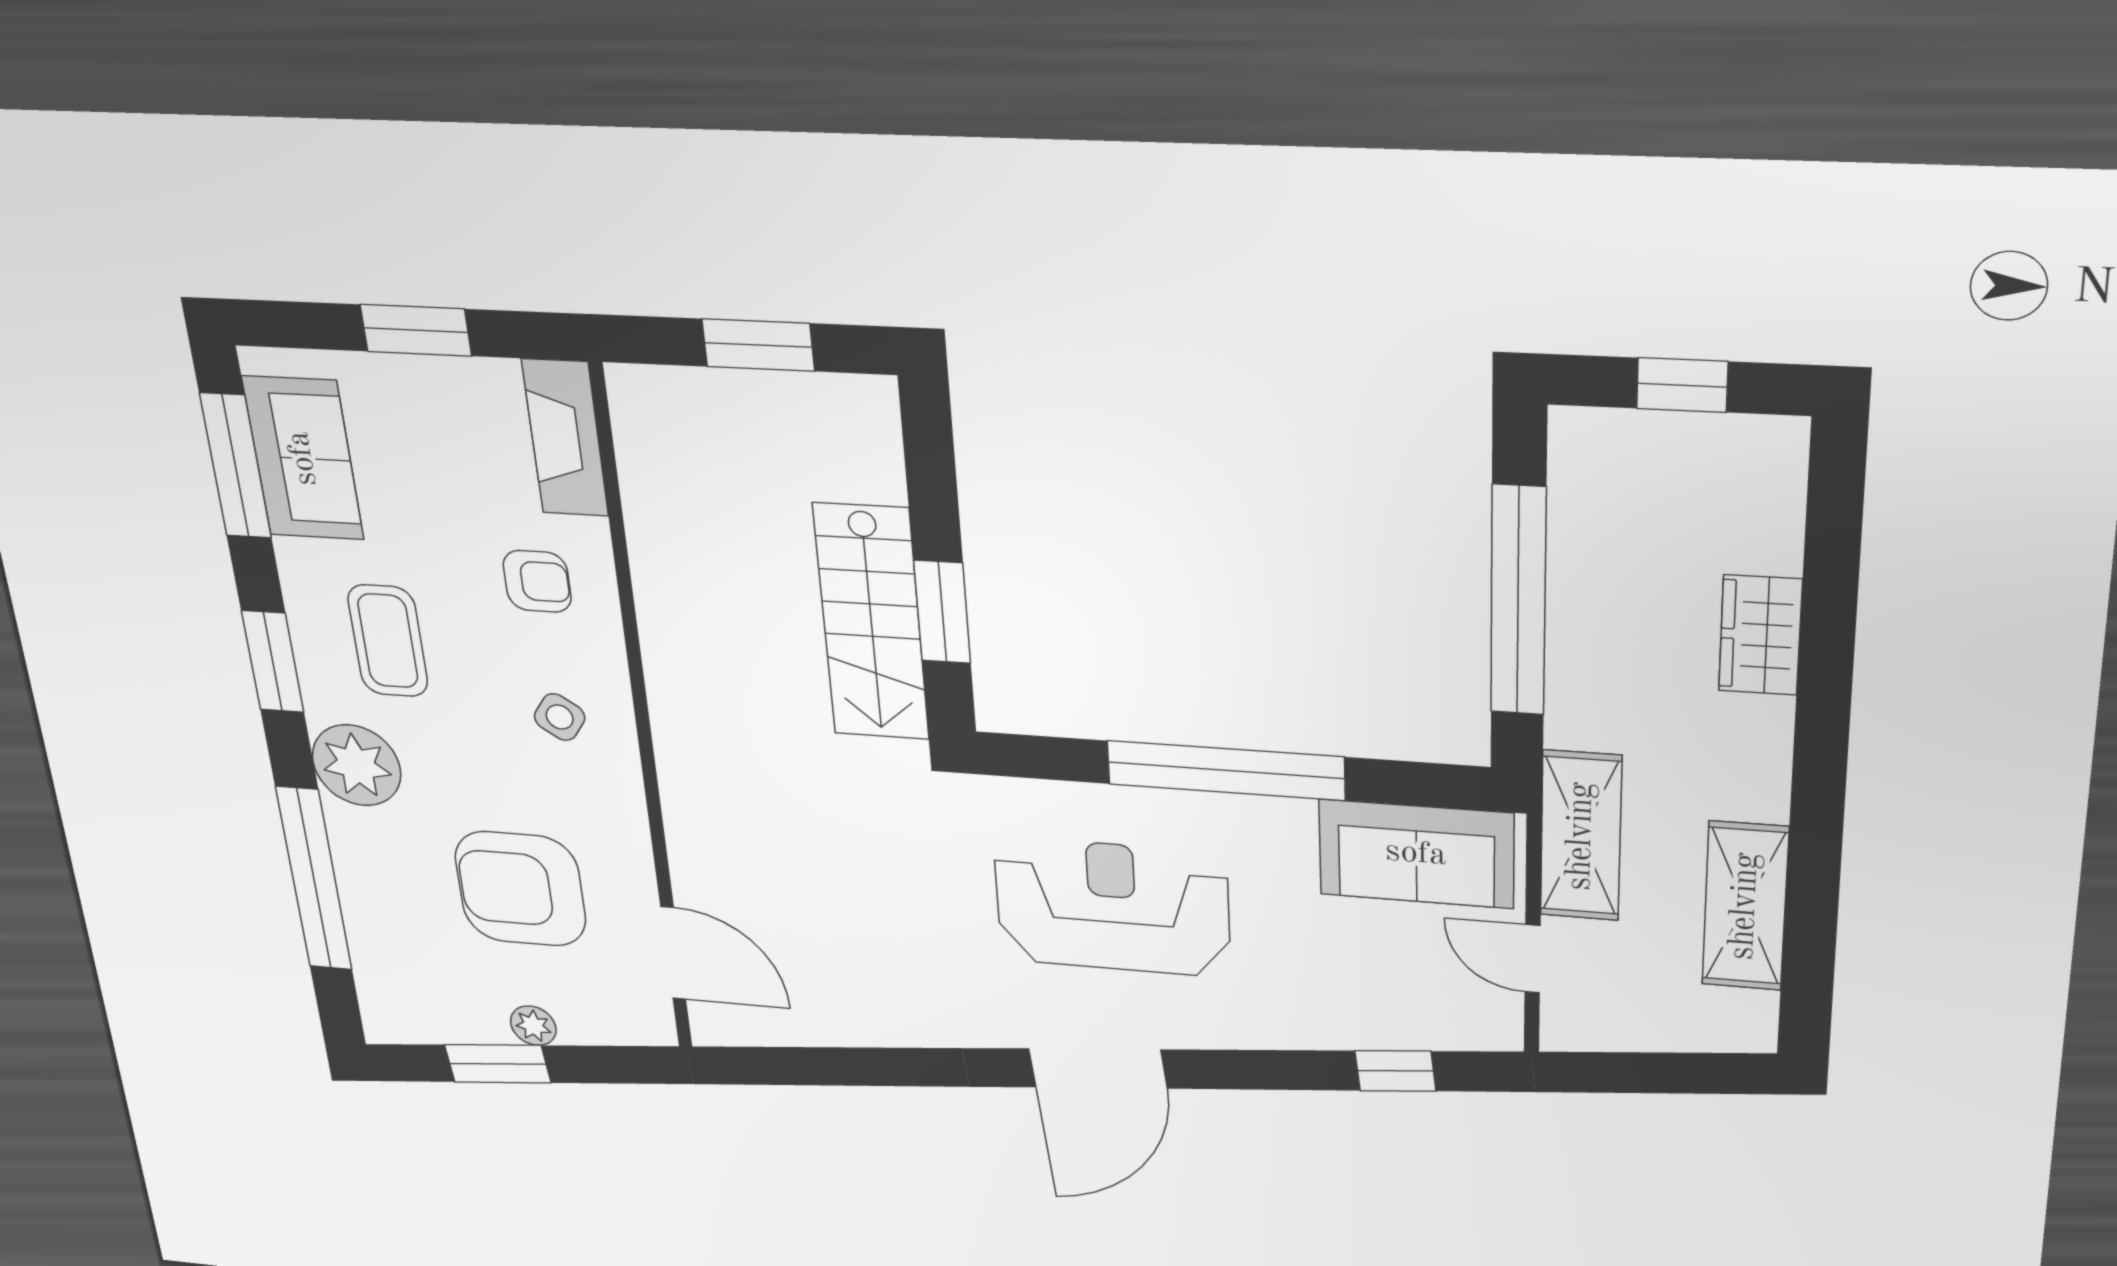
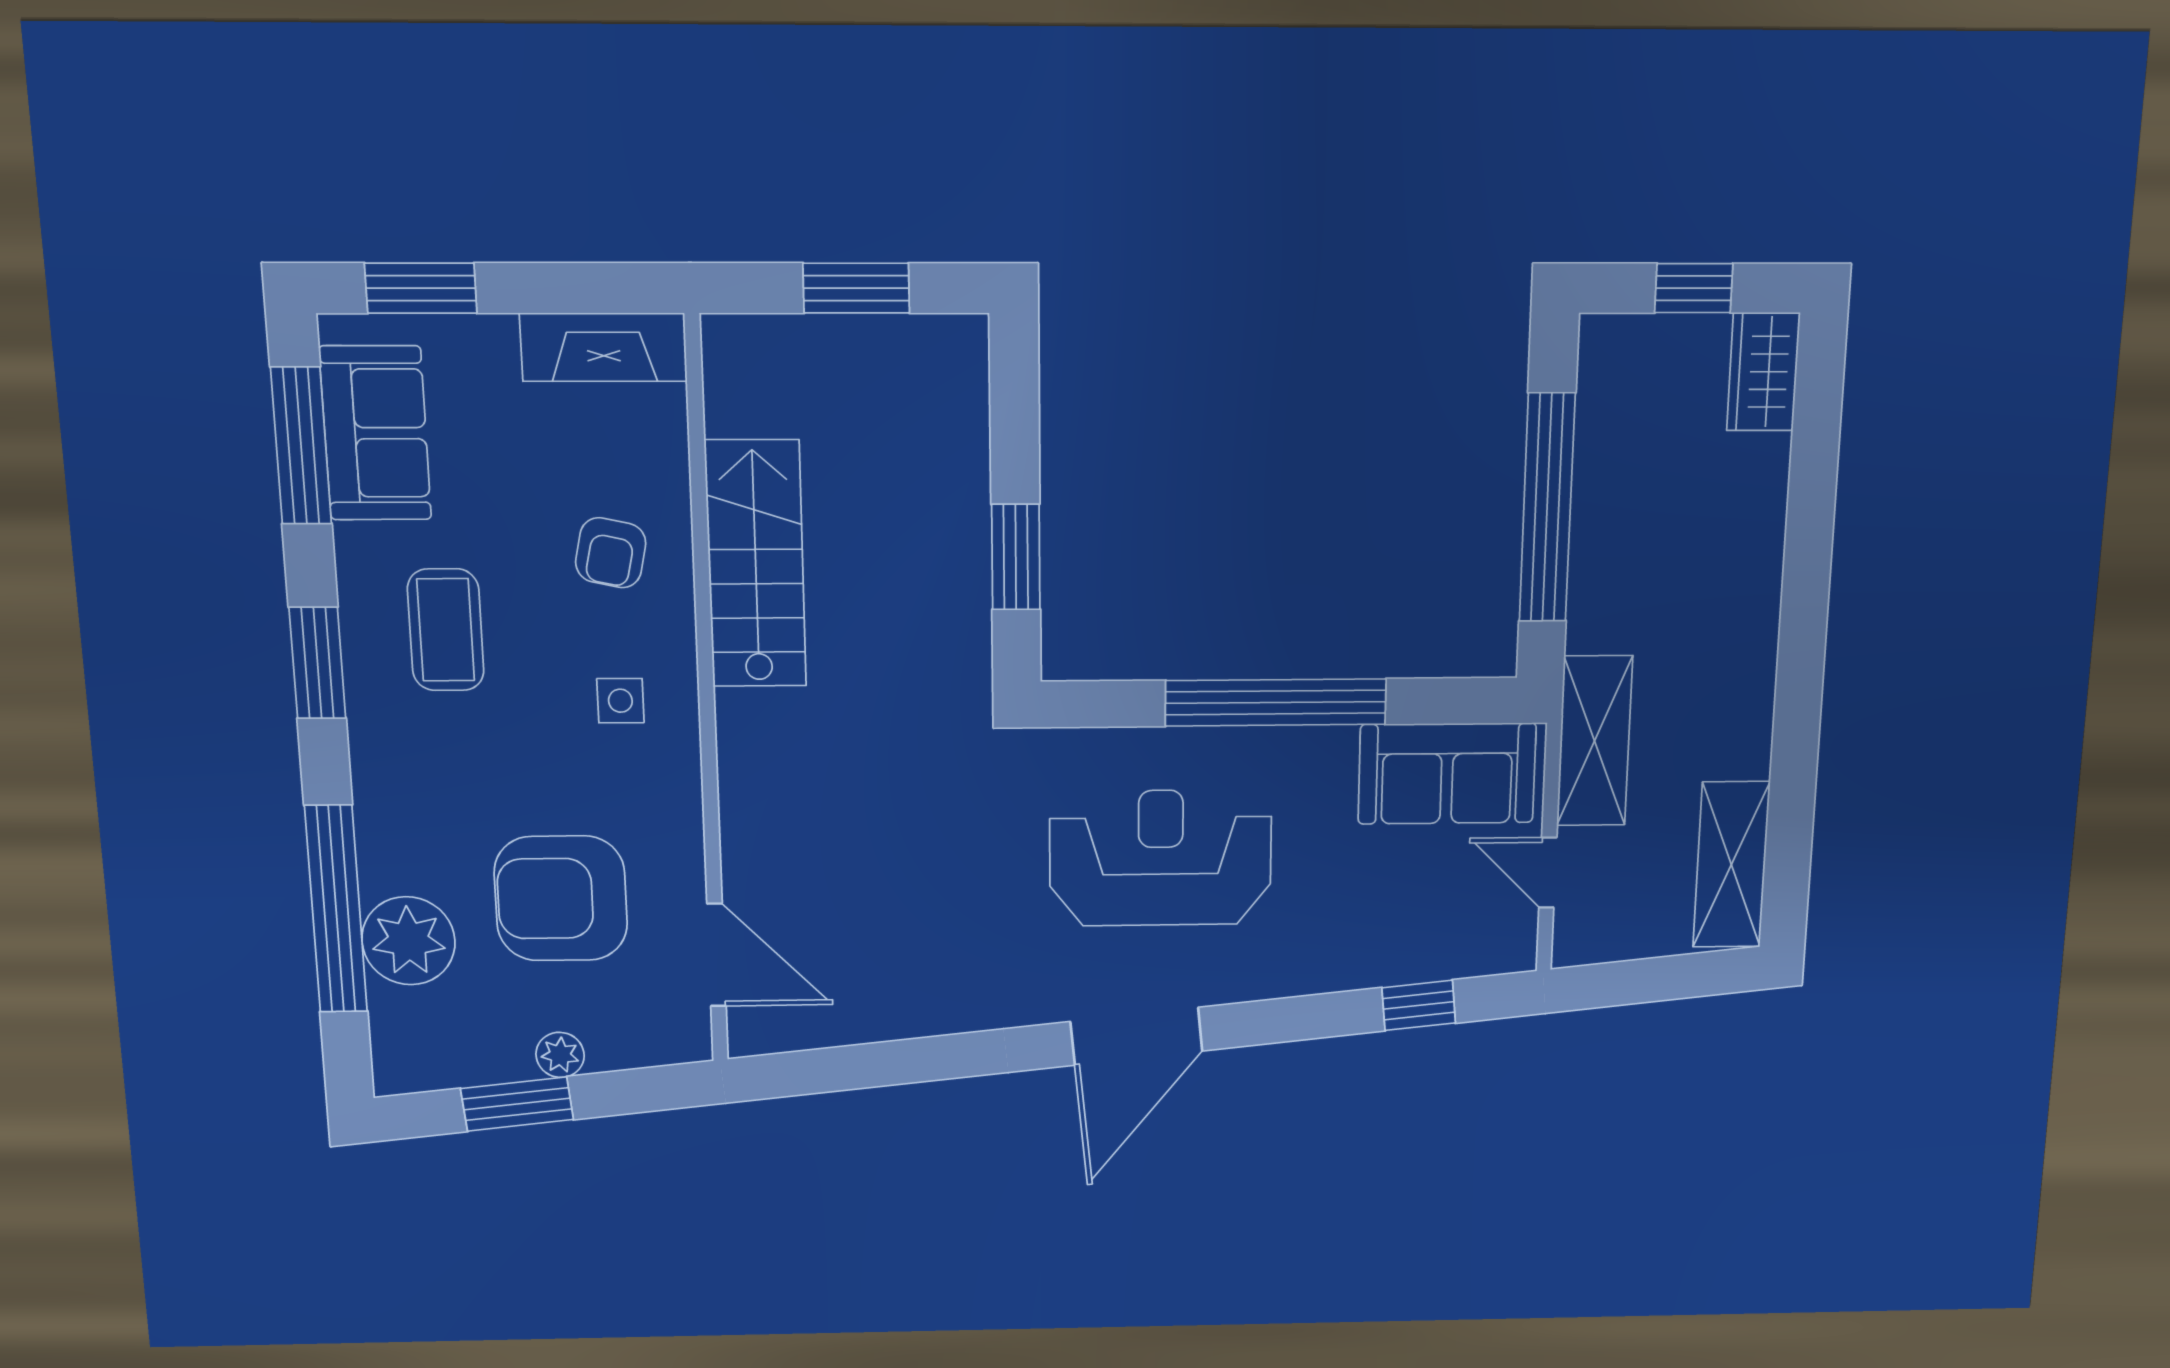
window: (416, 330) -> (421, 288), moved
fireplace: (565, 438) -> (603, 347), moved, turned -90
armchair: (537, 581) -> (611, 553), turned 102
stairs: (871, 623) -> (756, 564), moved, turned 180
wardrobe: (1760, 635) -> (1763, 372), moved
side table: (560, 717) -> (620, 701), turned -34
plant: (357, 765) -> (408, 941), moved
shelving: (1745, 906) -> (1731, 865), moved

